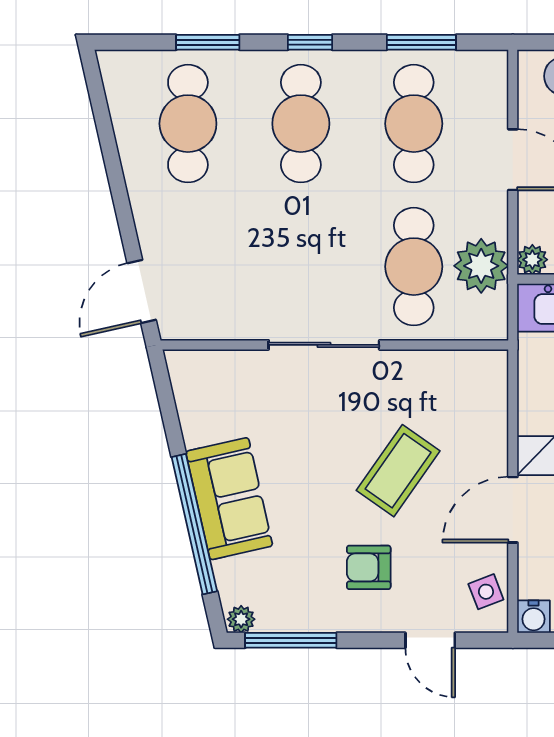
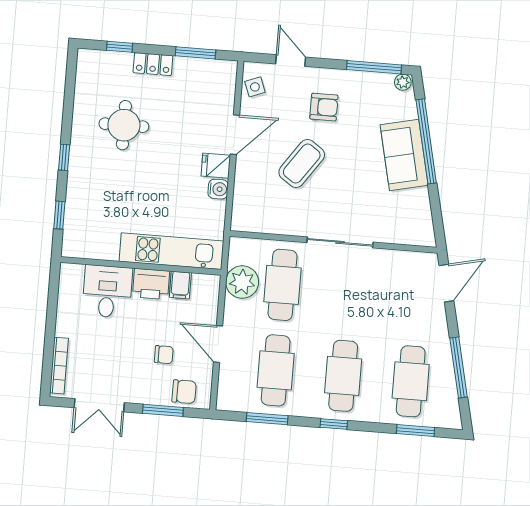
window: (208, 42) -> (416, 431), moved
window: (110, 153) -> (459, 368), added
plant: (532, 260) -> (211, 283), removed
water cooler: (534, 617) -> (218, 189), moved, turned 90

